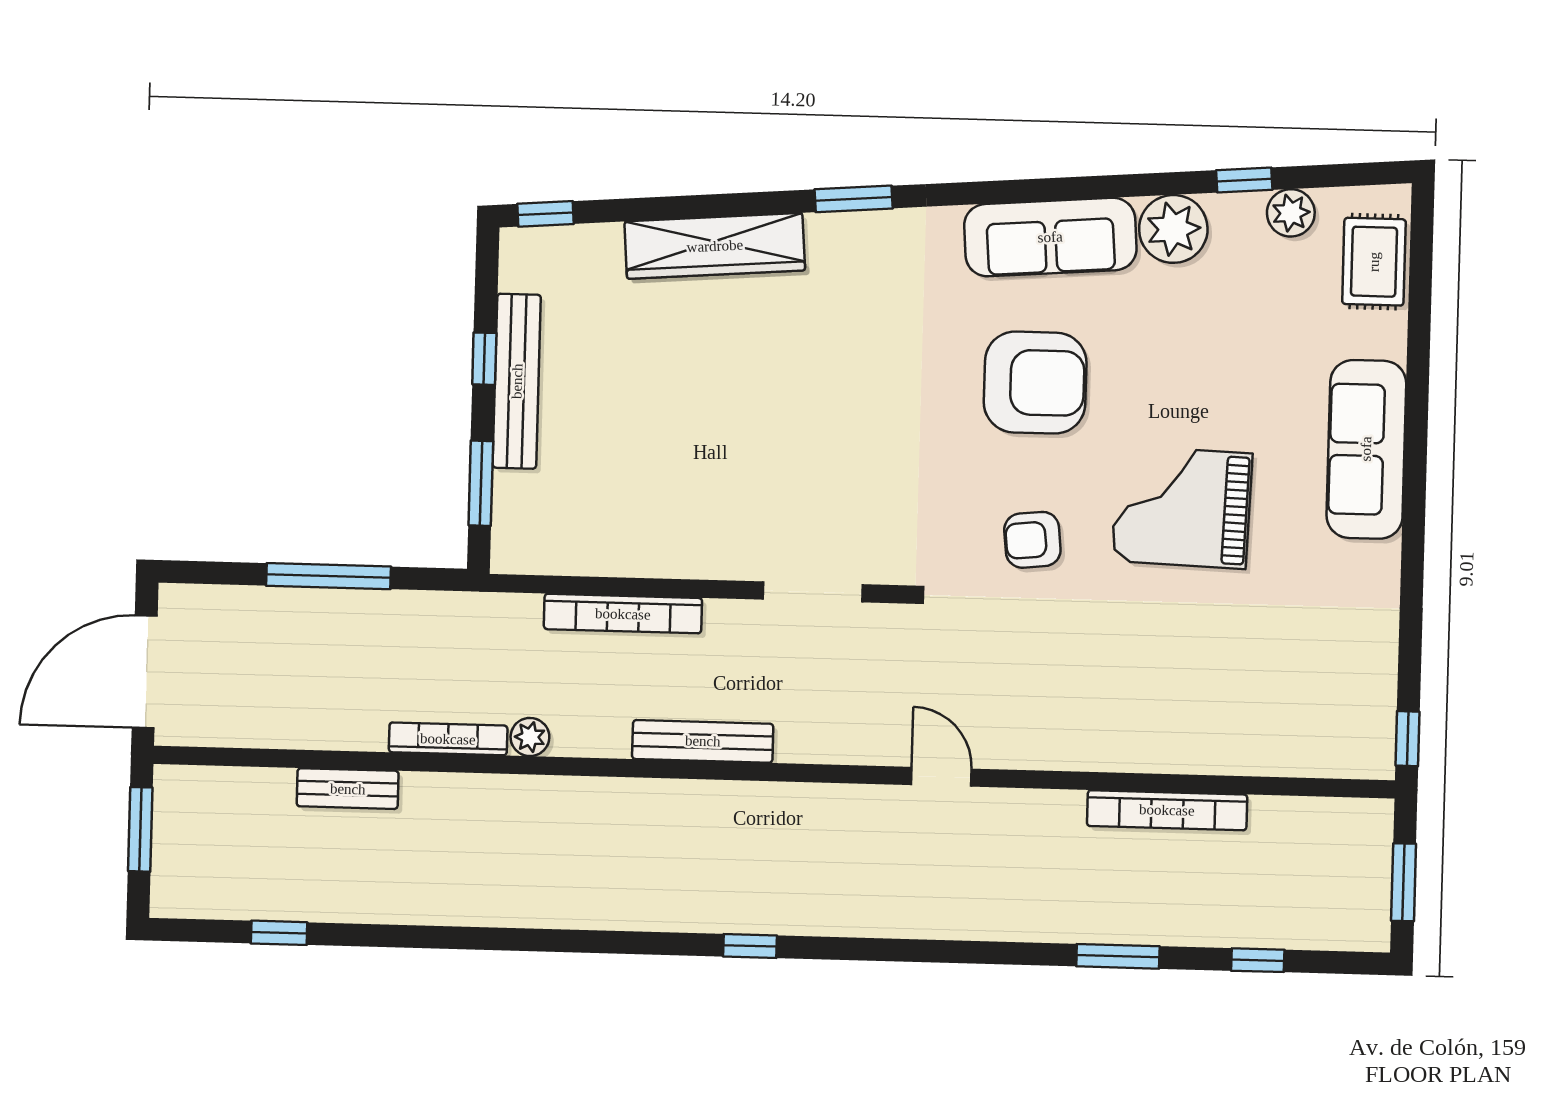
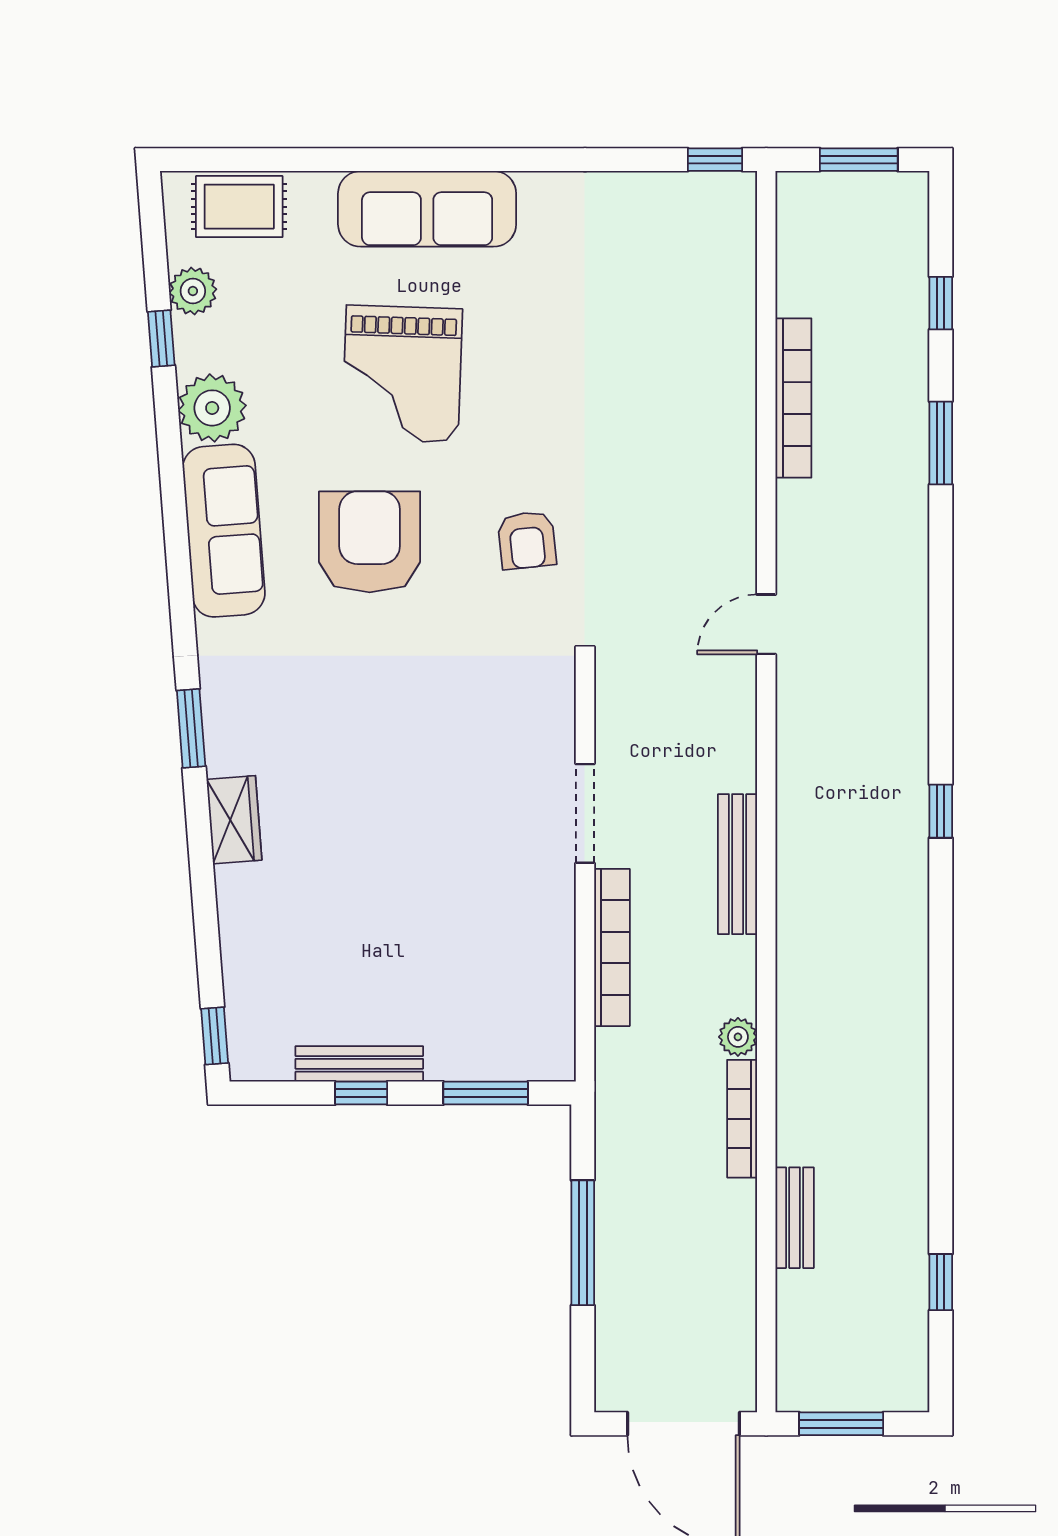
wardrobe: (715, 246) -> (234, 820), width x0.48, depth x0.85
bench: (517, 381) -> (359, 1064), width x0.73, depth x0.82
grand piano: (1182, 507) -> (402, 374), moved
doorway: (813, 592) -> (585, 813), moved

